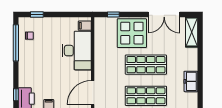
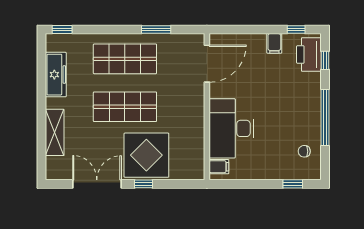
window: (113, 14) -> (144, 184), moved
shelving: (192, 32) -> (55, 132), moved
window: (16, 43) -> (325, 117), moved
freezer: (191, 81) -> (56, 75), width x1.40

